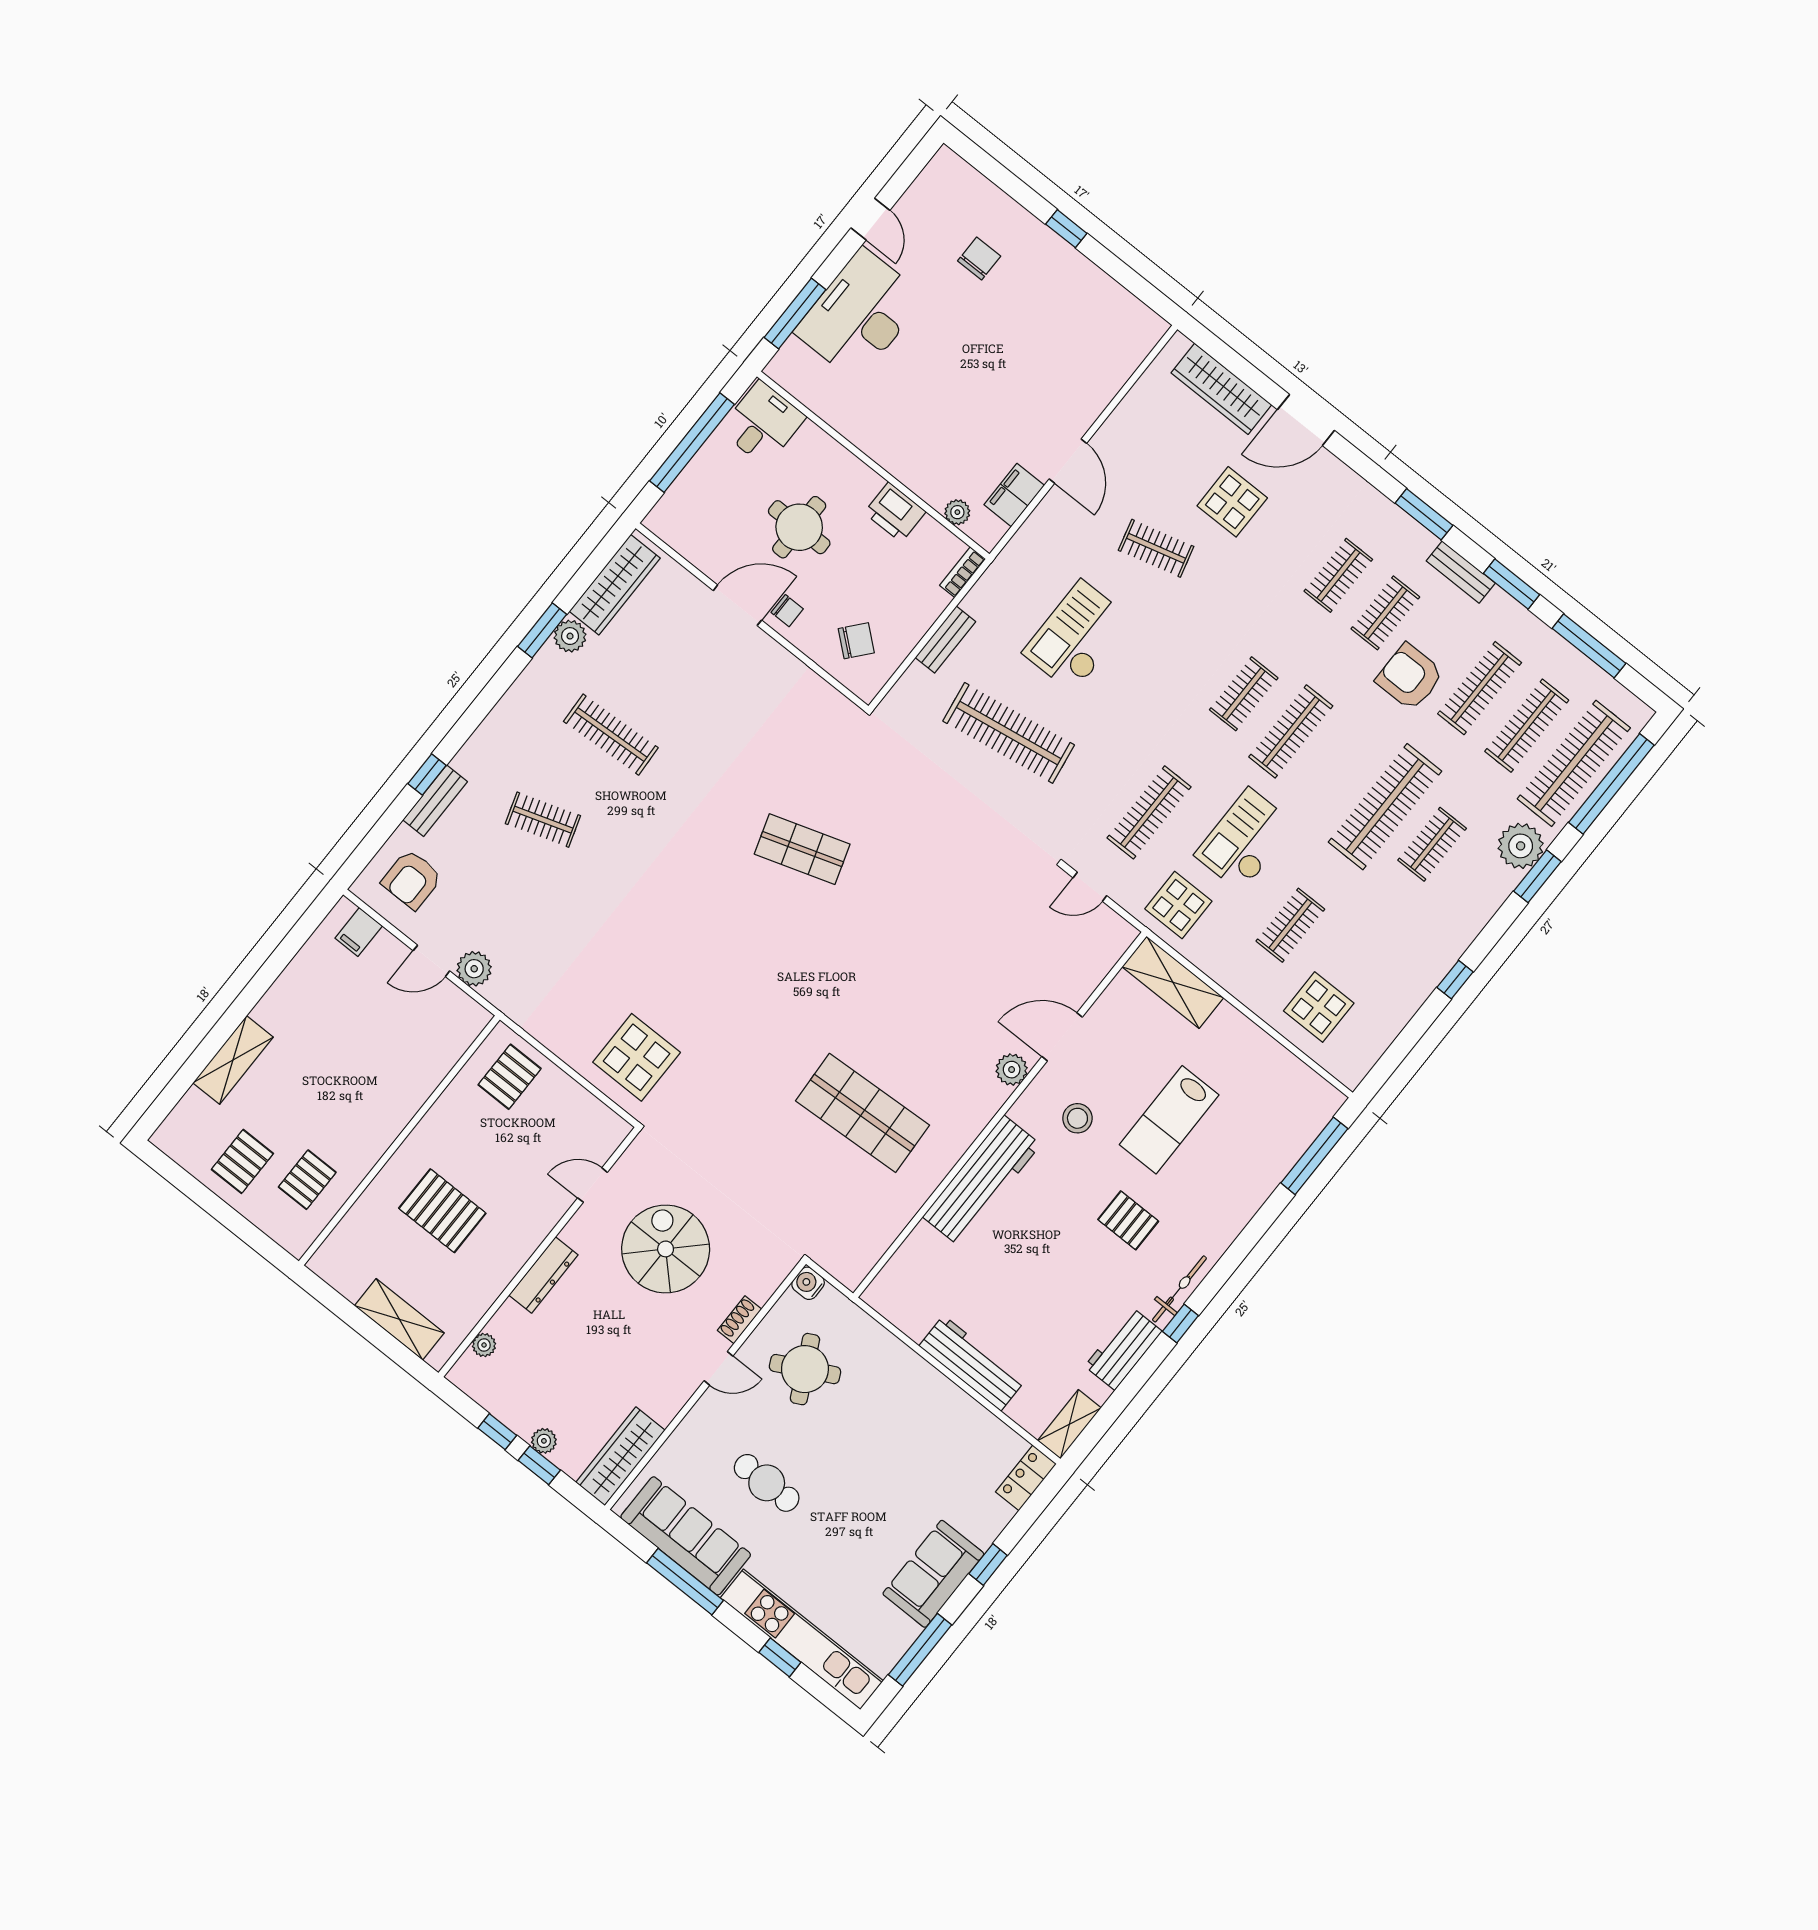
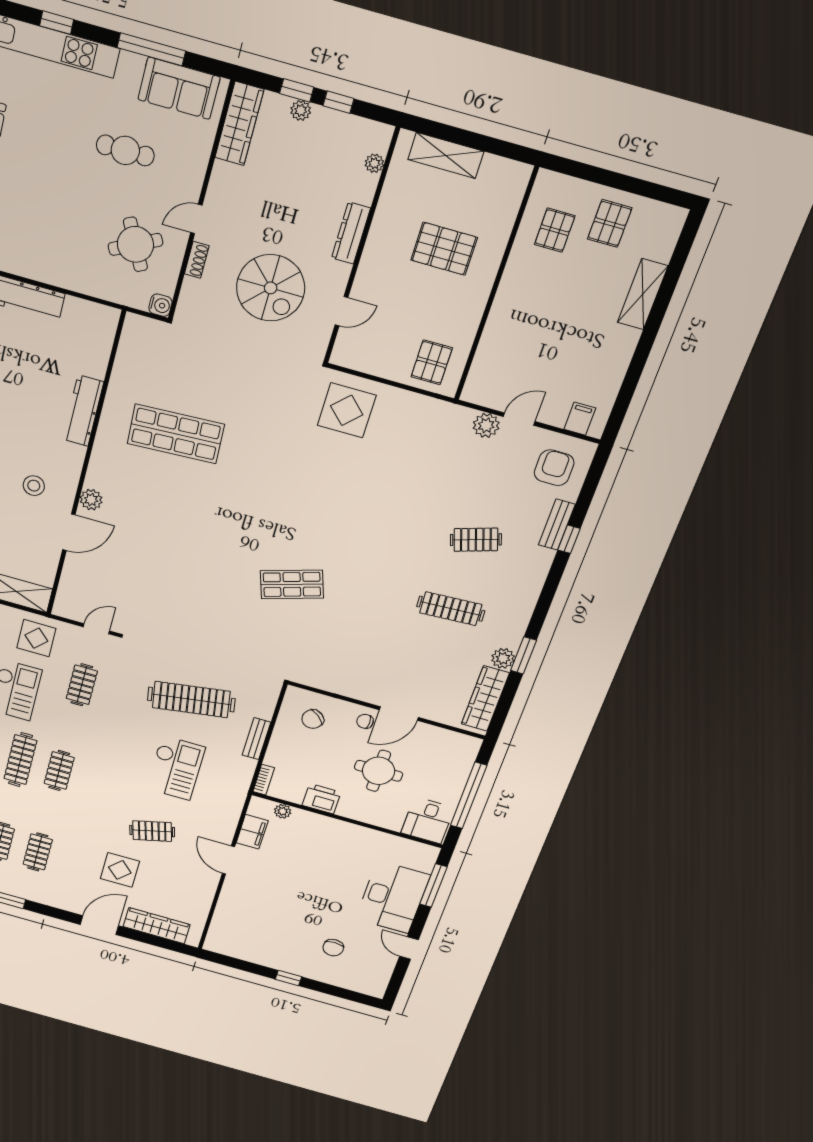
clothes rail: (1149, 812) -> (82, 685), width x0.73
workbench: (982, 1181) -> (83, 411), width x0.73, depth x0.76
sofa: (686, 1536) -> (179, 88), width x0.73

